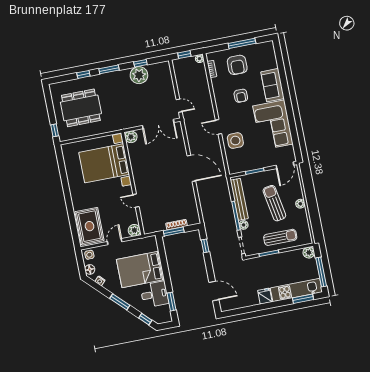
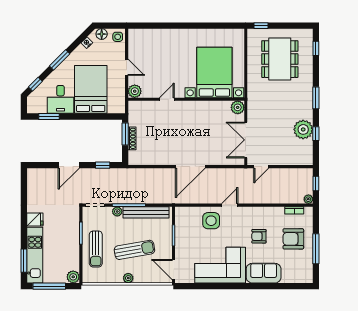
window: (83, 74) -> (316, 48), moved
rug: (90, 226) -> (149, 43), removed
door: (214, 291) -> (69, 165), moved

